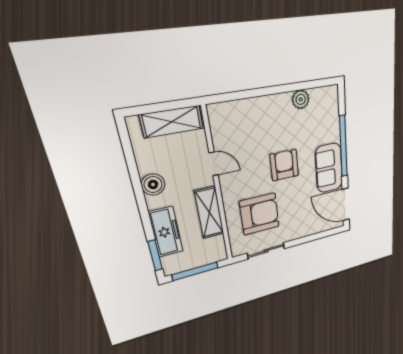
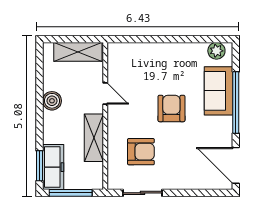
plant: (301, 99) -> (216, 51), moved
sofa: (329, 168) -> (219, 91), moved
armchair: (260, 214) -> (141, 152), width x0.73, depth x0.73
freezer: (166, 232) -> (53, 167), moved

